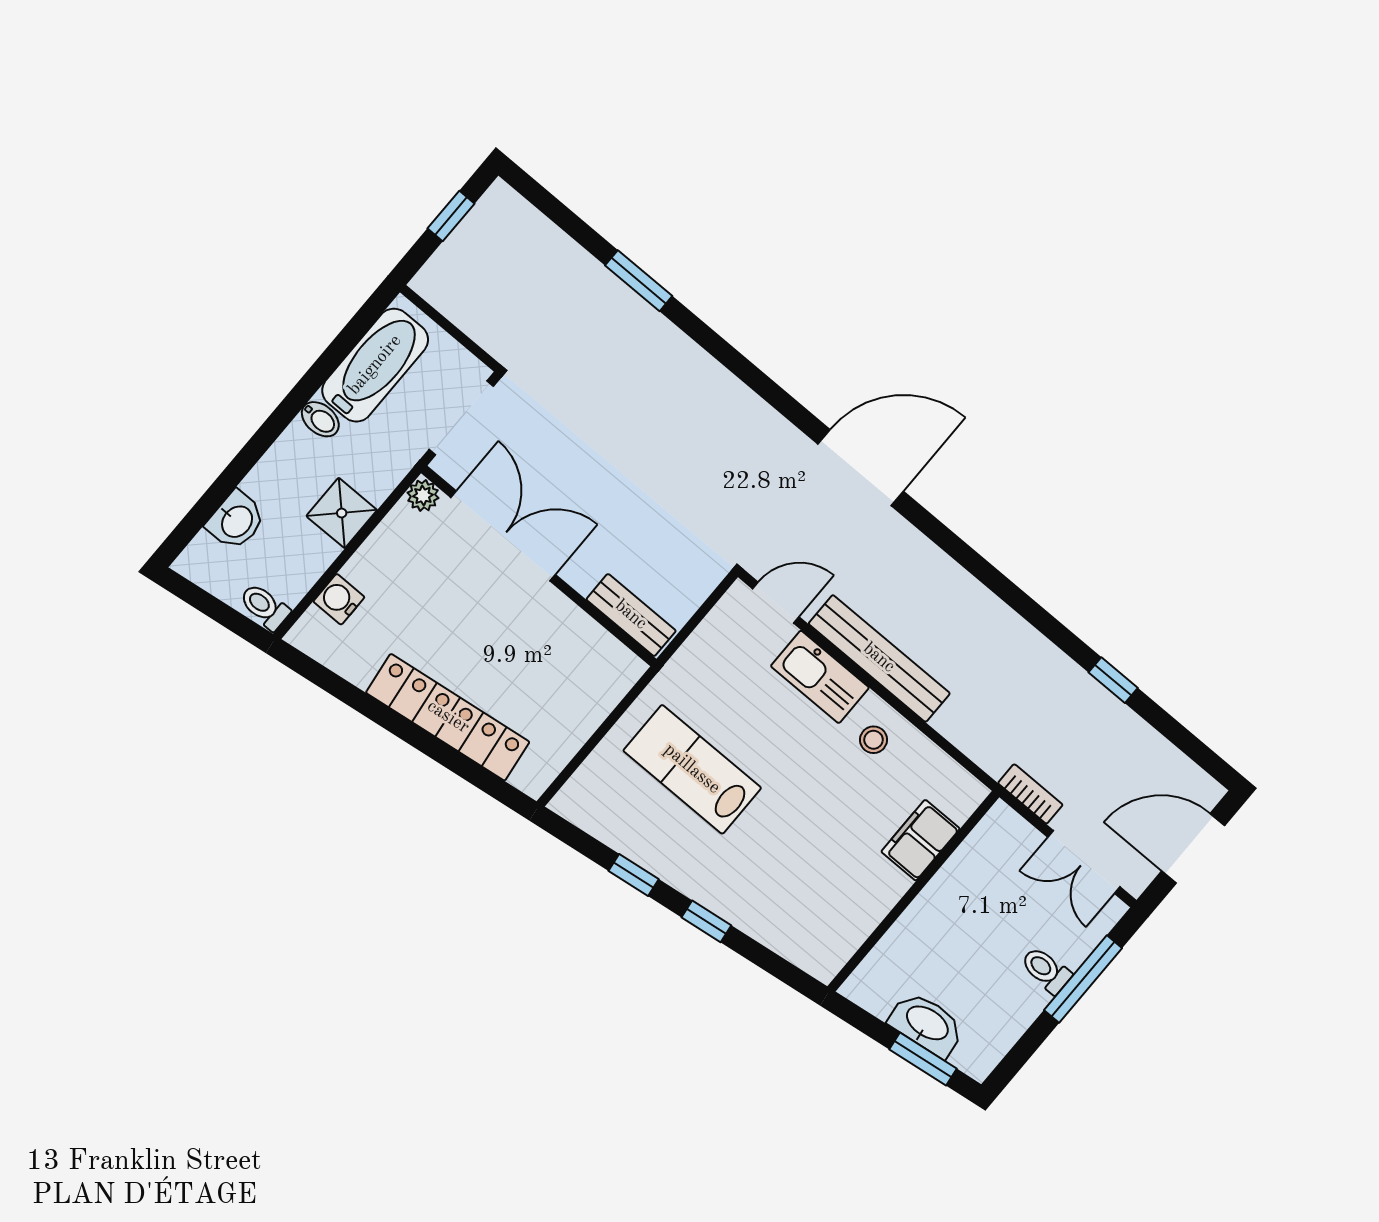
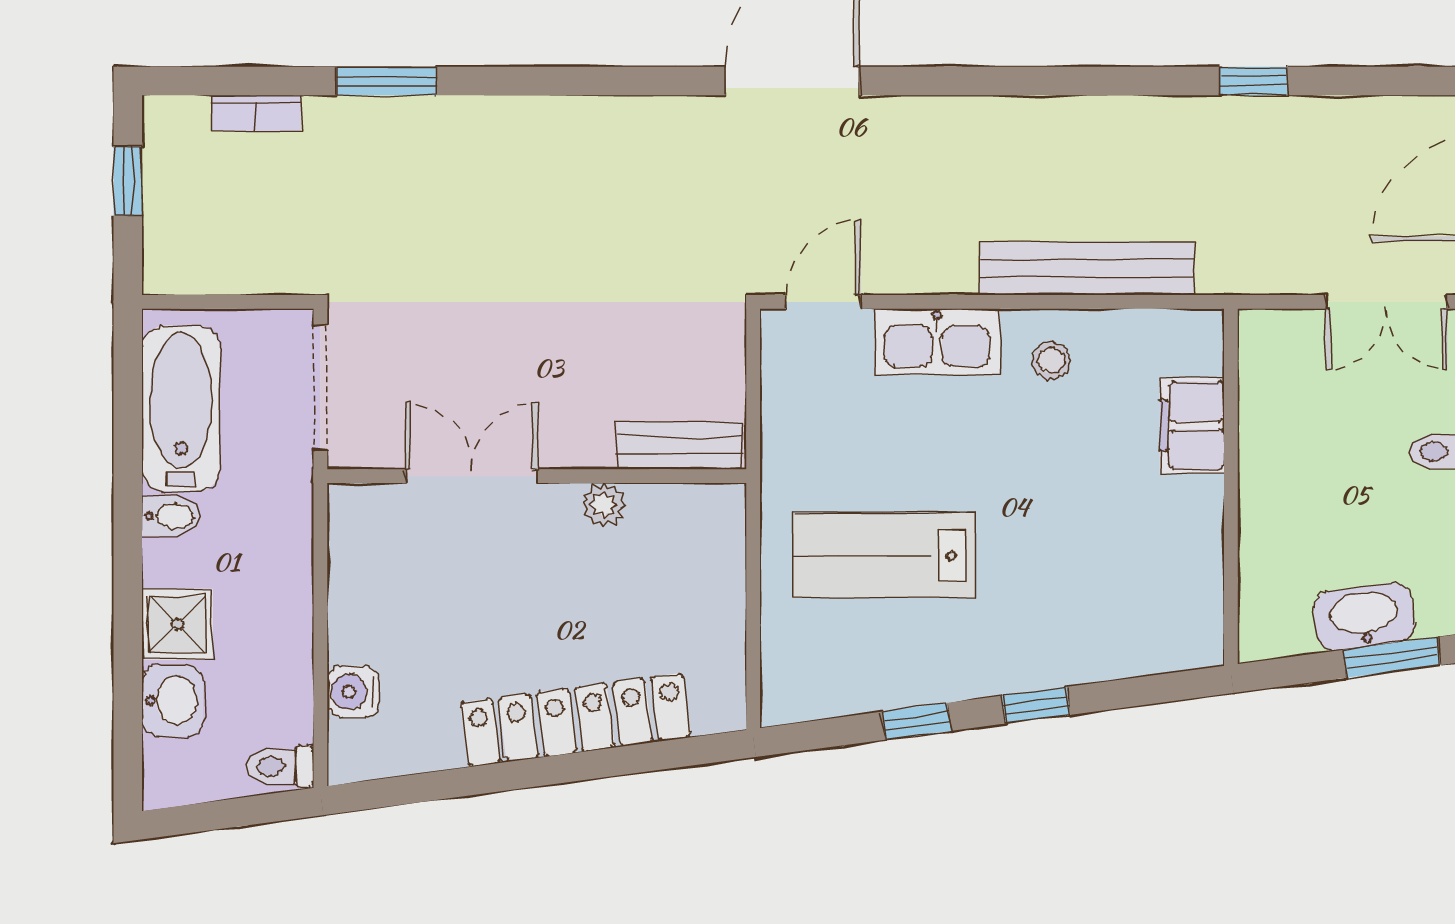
plant: (423, 495) -> (604, 505), moved
shower: (342, 513) -> (177, 624), moved
double door: (503, 536) -> (472, 476), width x0.73
bench: (879, 658) -> (1087, 268), moved
bookcase: (1030, 794) -> (256, 113), moved, turned 180

